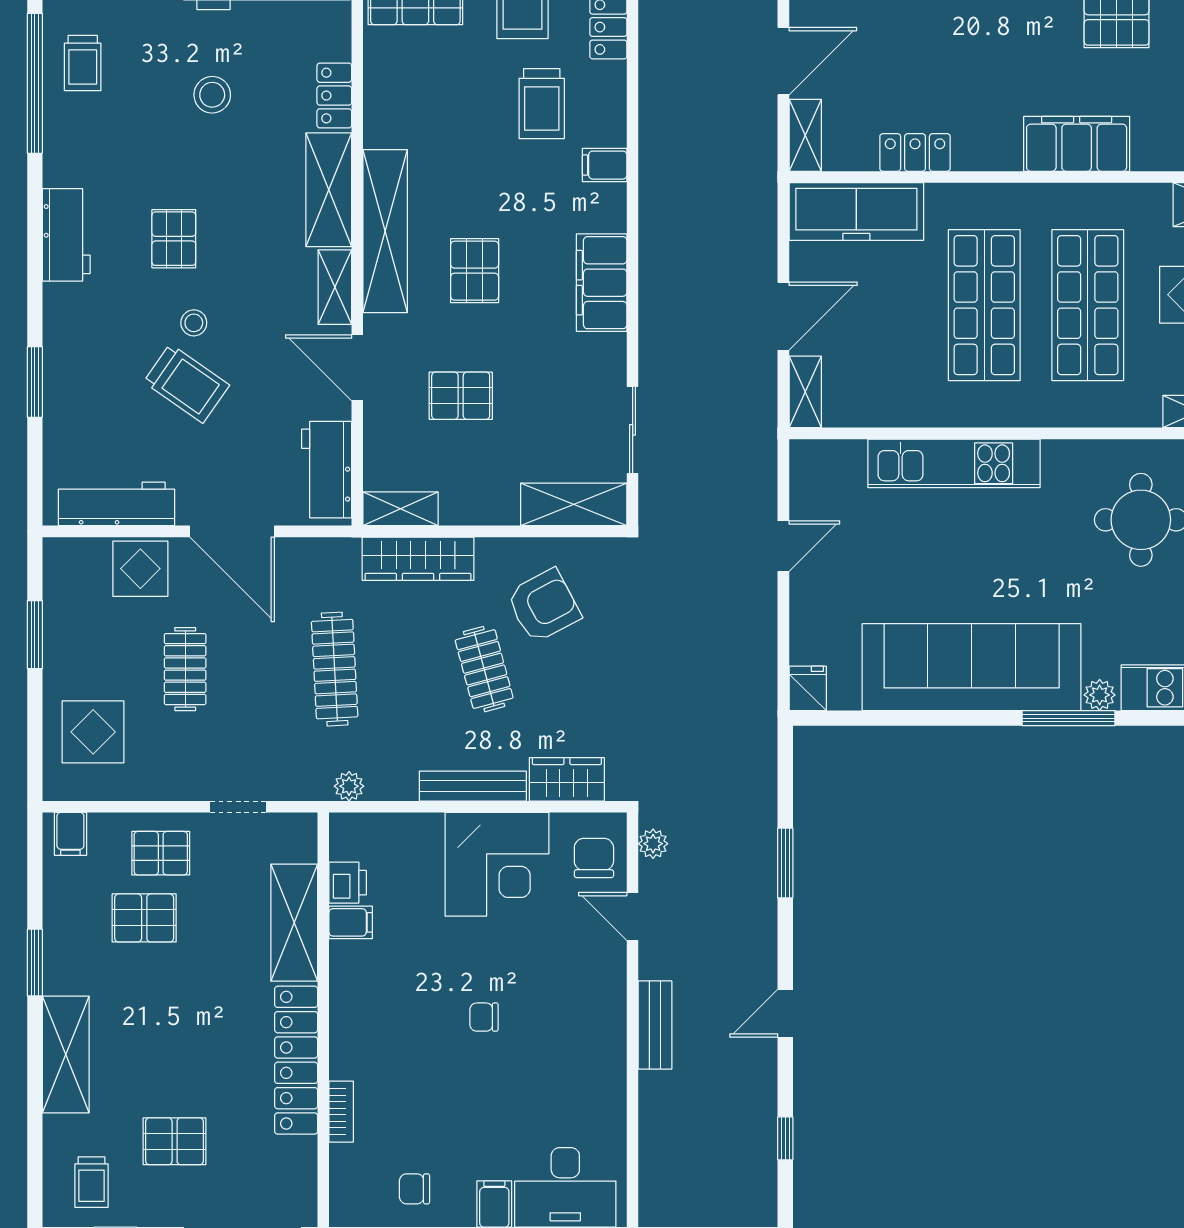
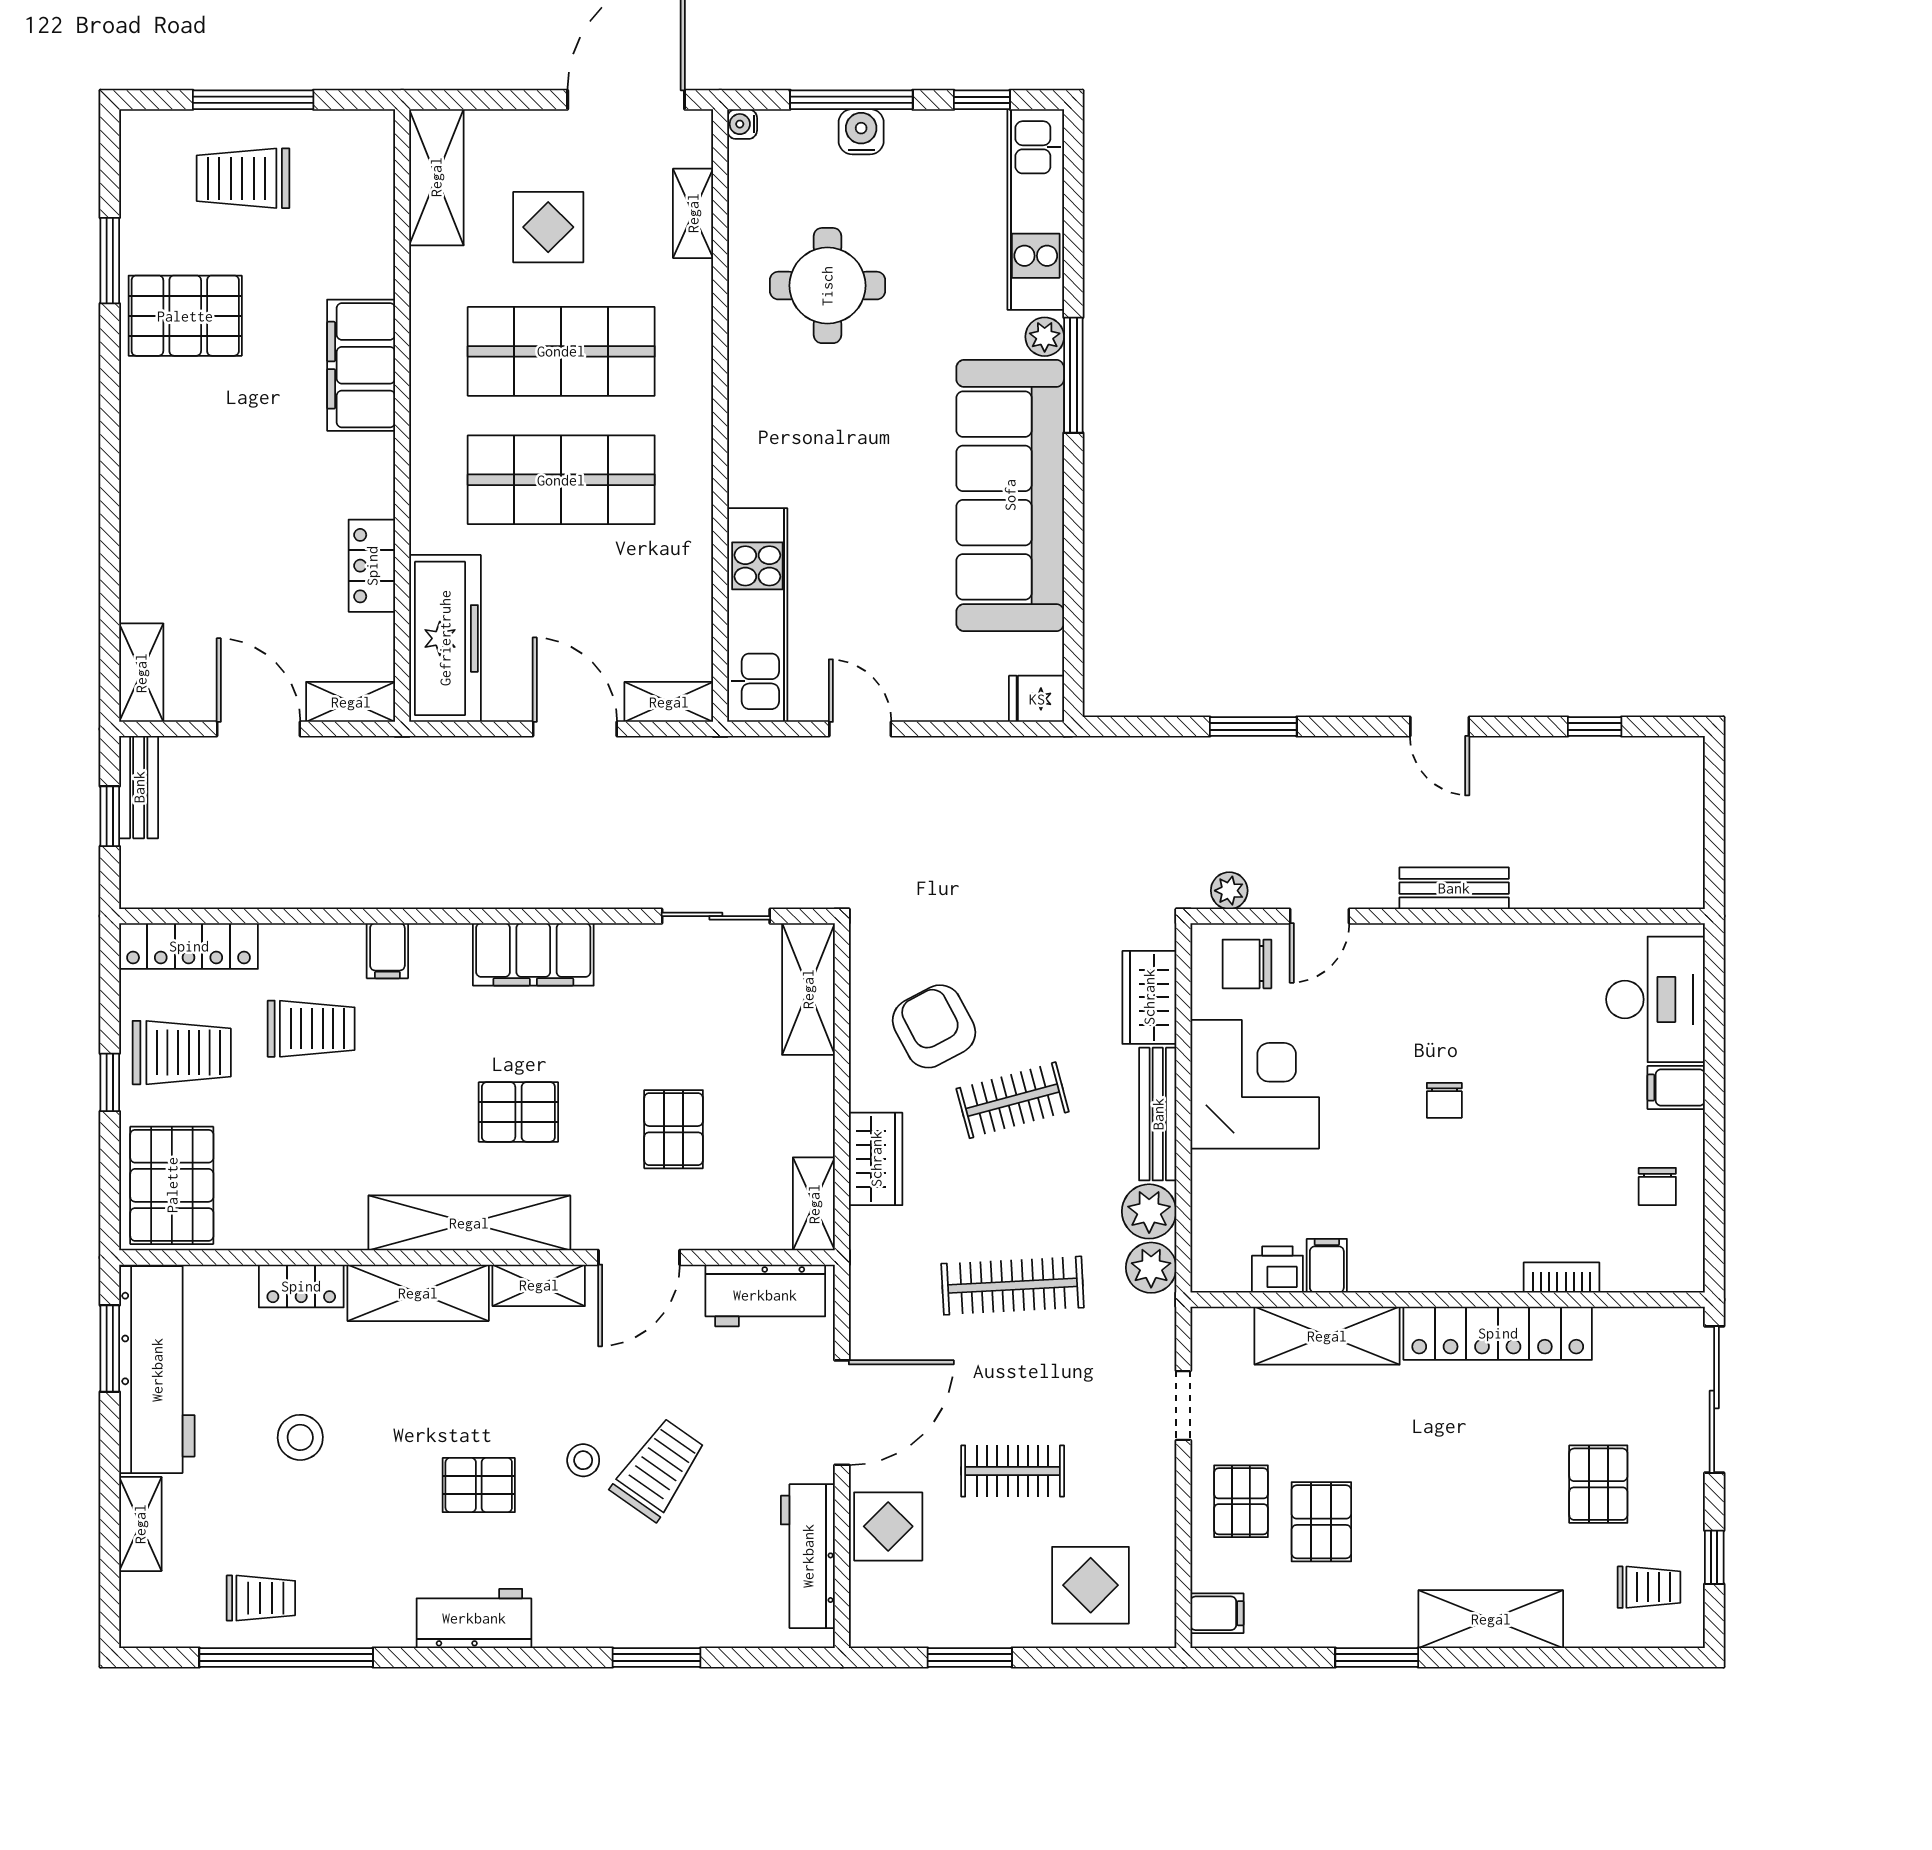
kitchen unit: (954, 463) -> (757, 615), moved
wardrobe: (418, 559) -> (876, 1159), width x0.67
plant: (394, 779) -> (1149, 1211), added
plant: (349, 786) -> (1151, 1268), width x1.38, depth x1.38

